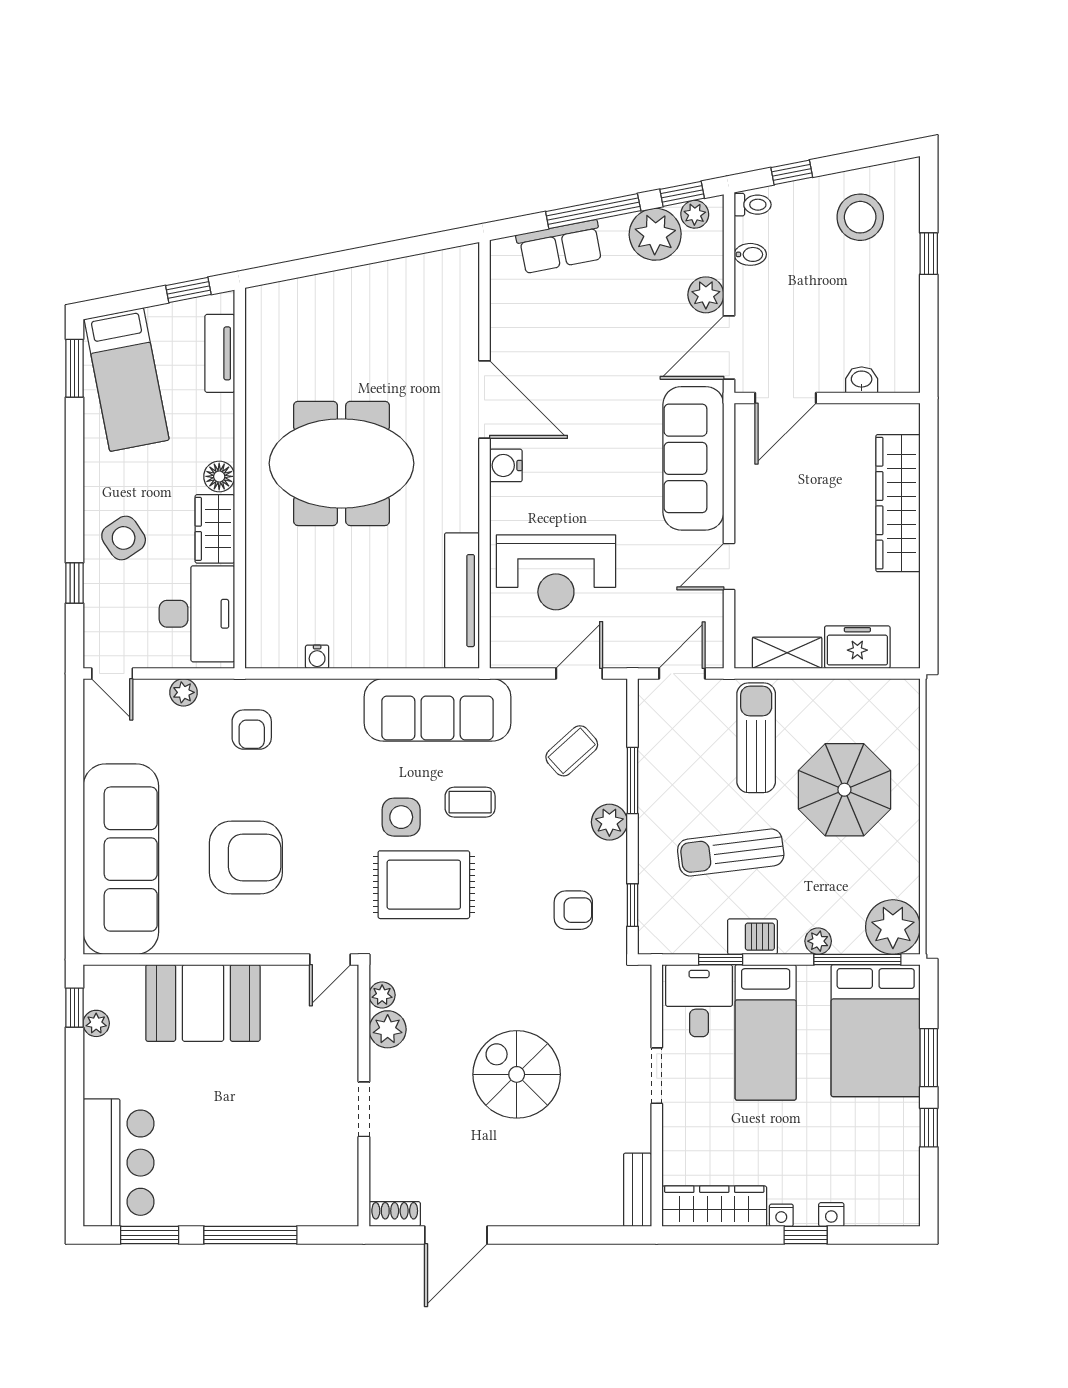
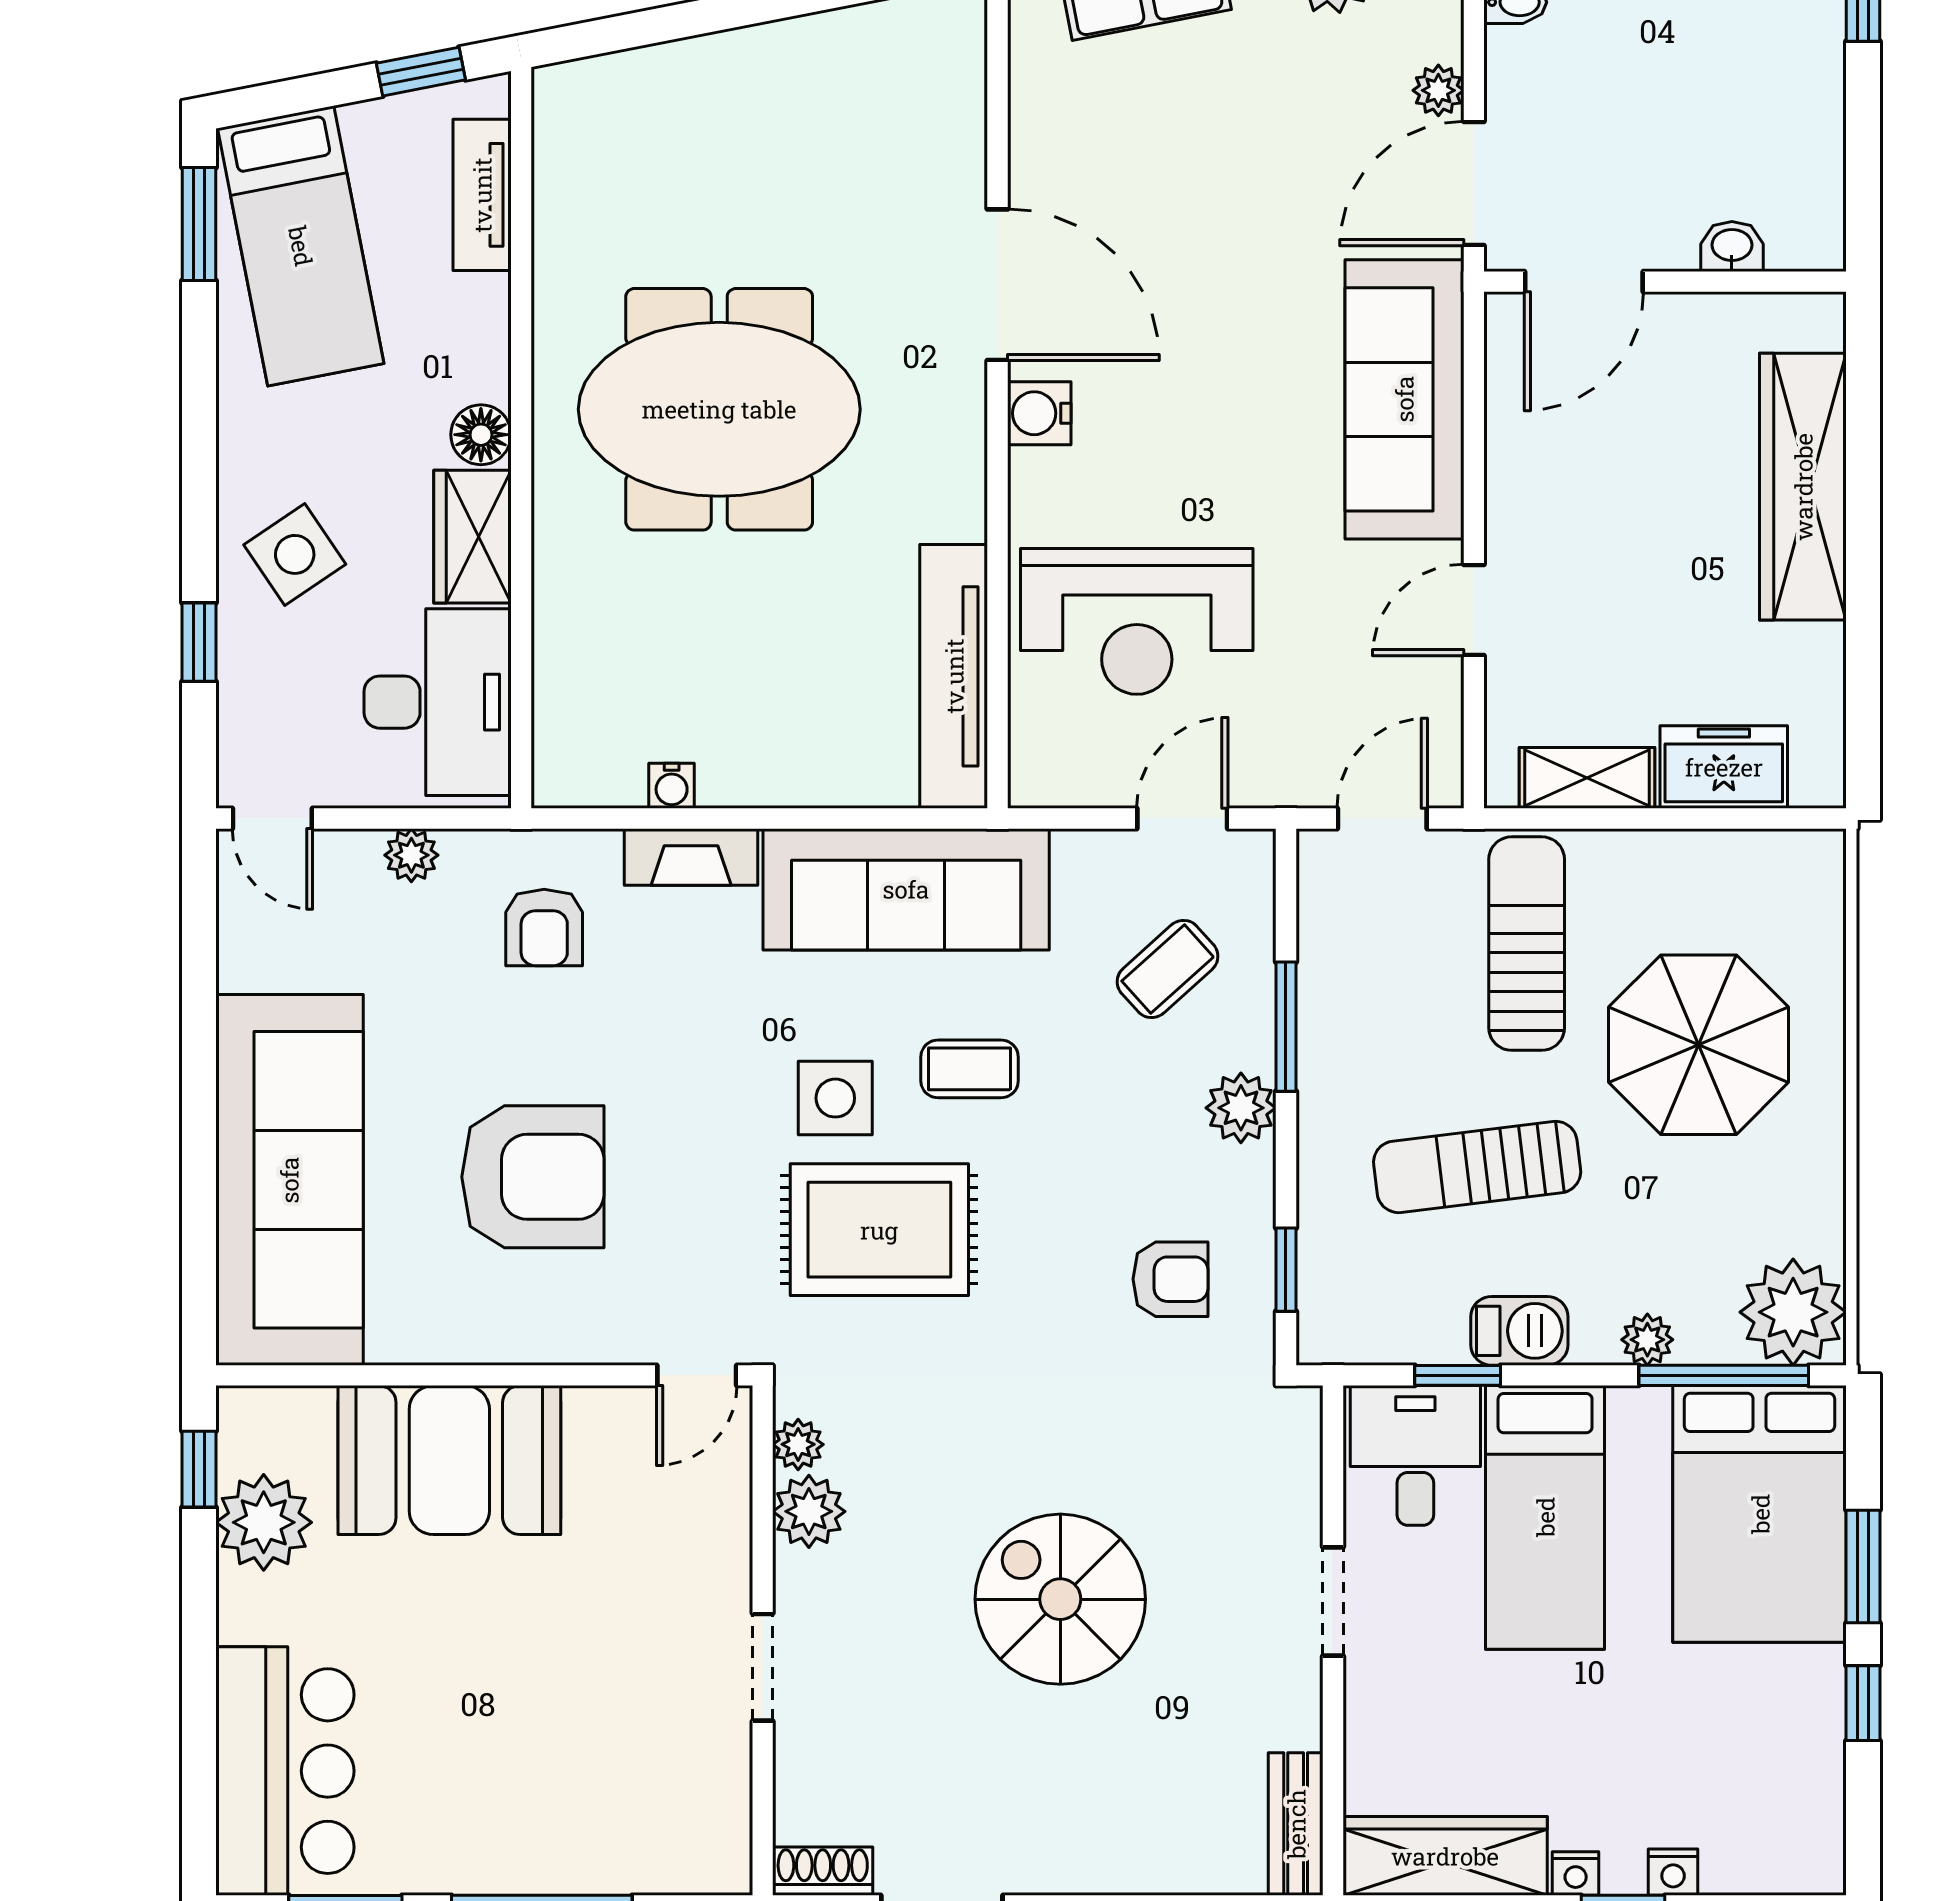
plant: (706, 295) -> (1438, 90), width x0.73, depth x0.73
fireplace: (327, 693) -> (691, 857), added
plant: (96, 1023) -> (264, 1522), width x1.87, depth x1.87

